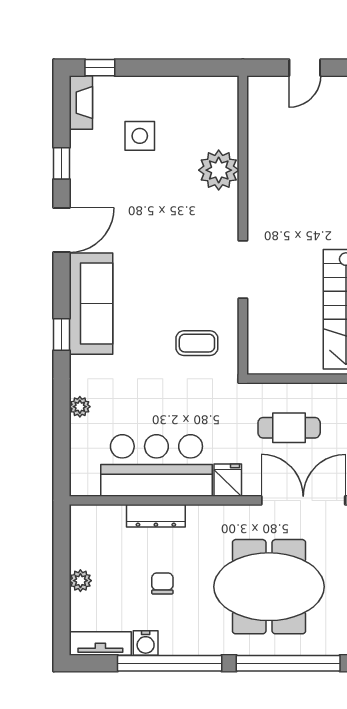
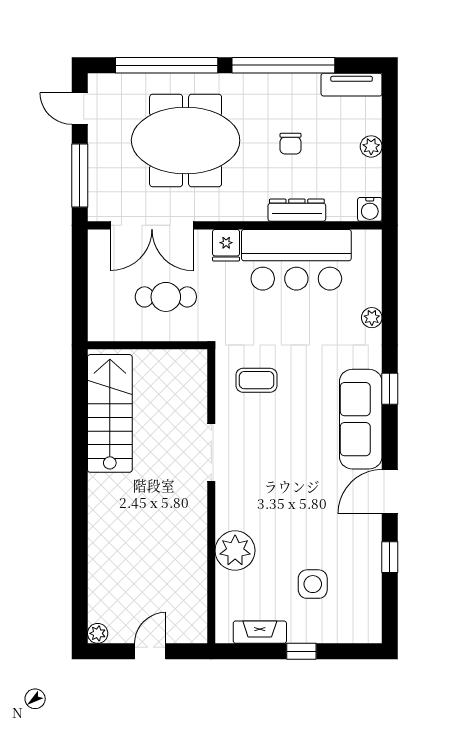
window: (100, 68) -> (301, 651), moved
fireplace: (81, 103) -> (260, 632), moved, turned 90
water cooler: (146, 643) -> (370, 209), moved, turned 180

